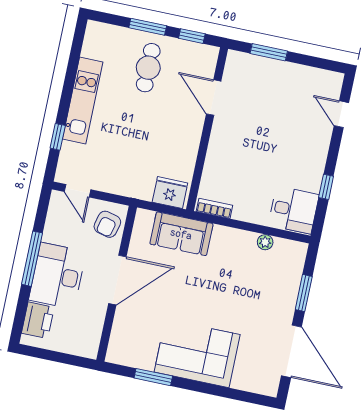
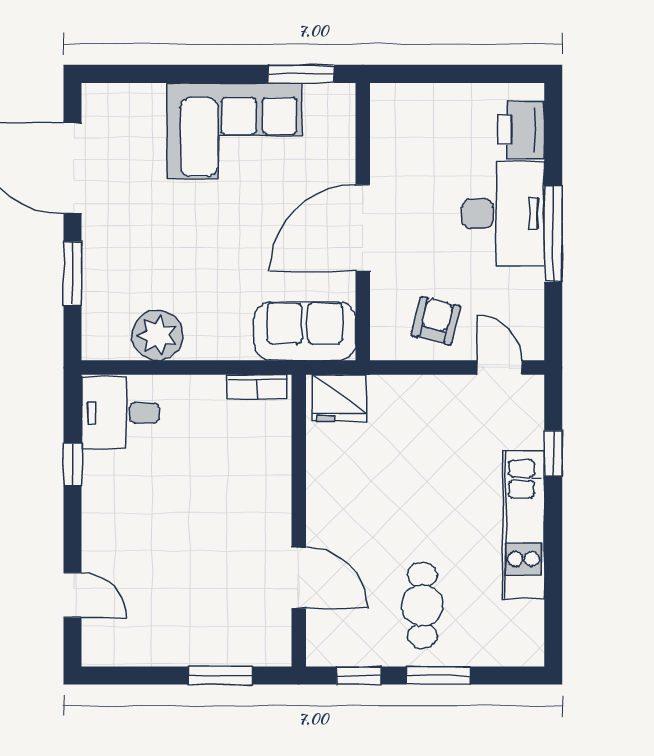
plant: (265, 242) -> (158, 335), width x1.87, depth x1.87
door: (117, 280) -> (363, 228), moved
wall: (117, 284) -> (363, 222), moved

